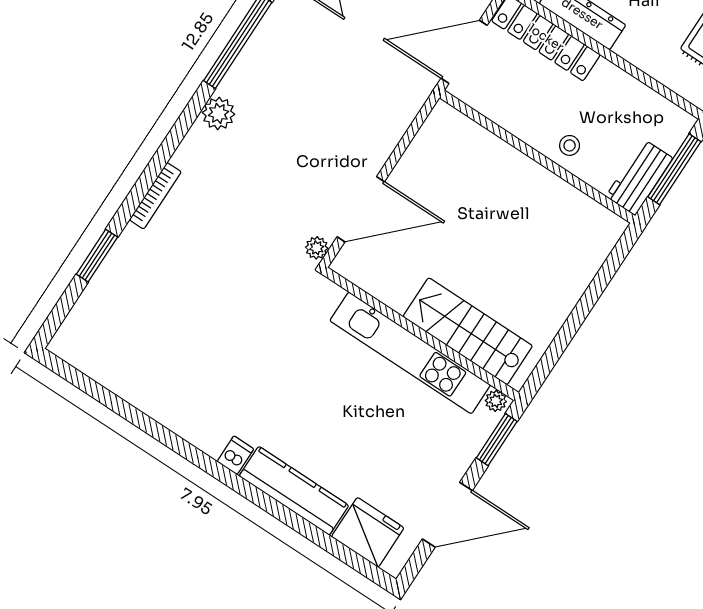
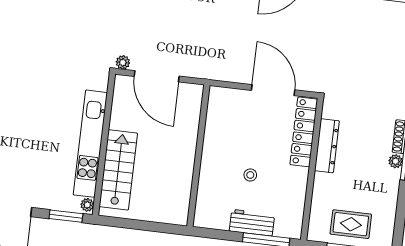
wall: (537, 157) -> (198, 156), moved

